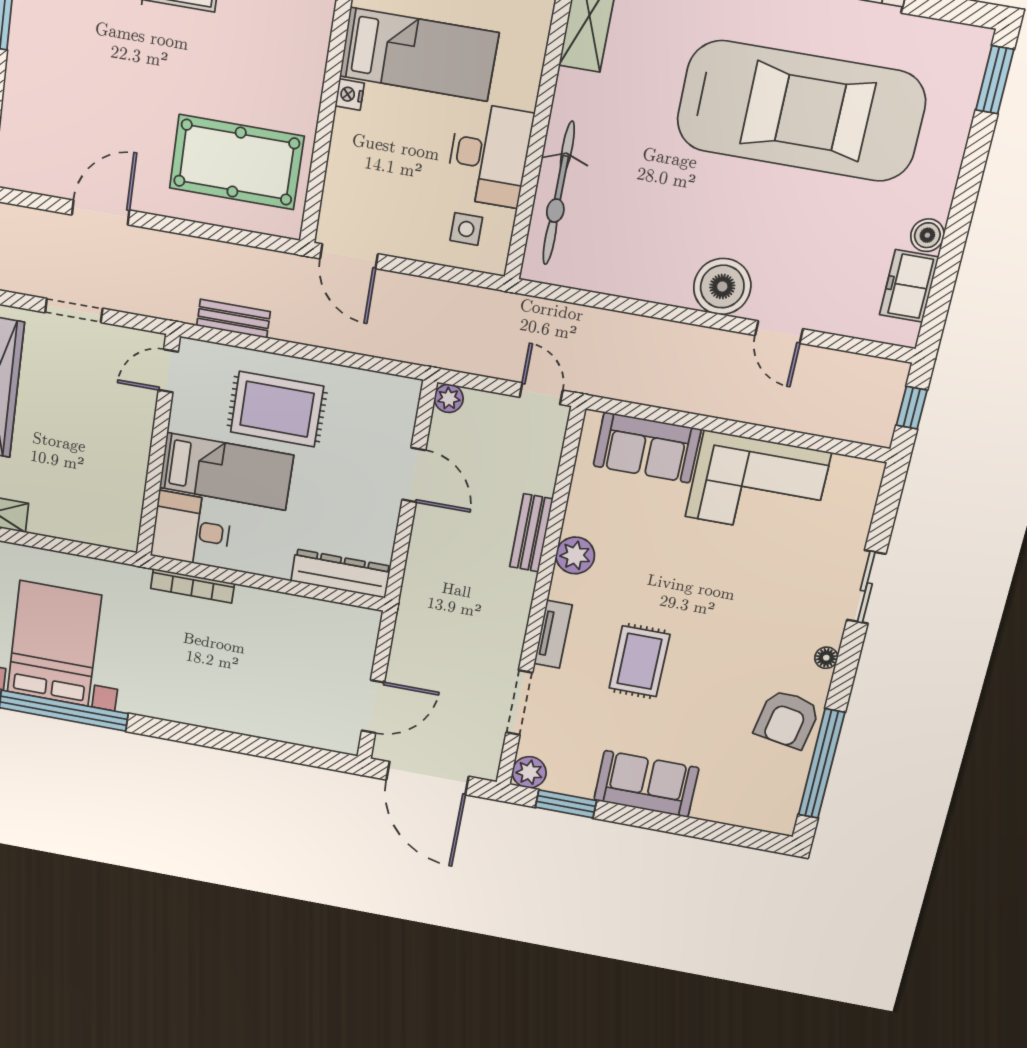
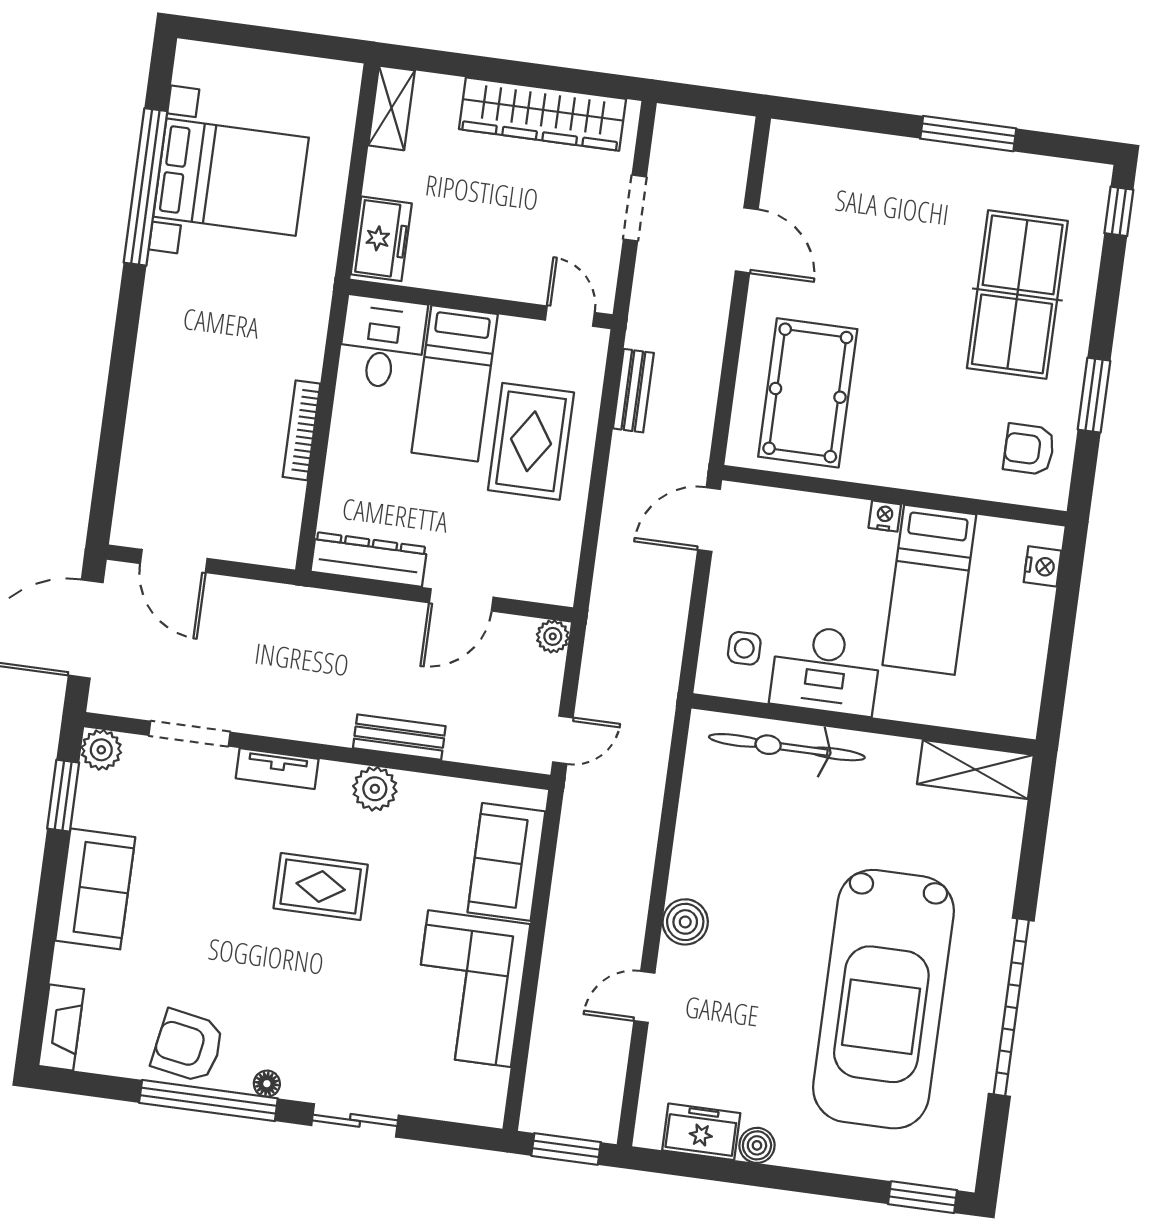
boiler: (722, 286) -> (685, 922), width x0.73, depth x0.73
window: (912, 408) -> (566, 1149), width x1.50
freezer: (103, 526) -> (381, 239), added
dresser: (341, 574) -> (369, 559), moved, turned -90
bookcase: (193, 586) -> (302, 430), moved
rug: (639, 661) -> (321, 887), moved
window: (822, 764) -> (208, 1101), moved
fireplace: (762, 817) -> (61, 1027), added

